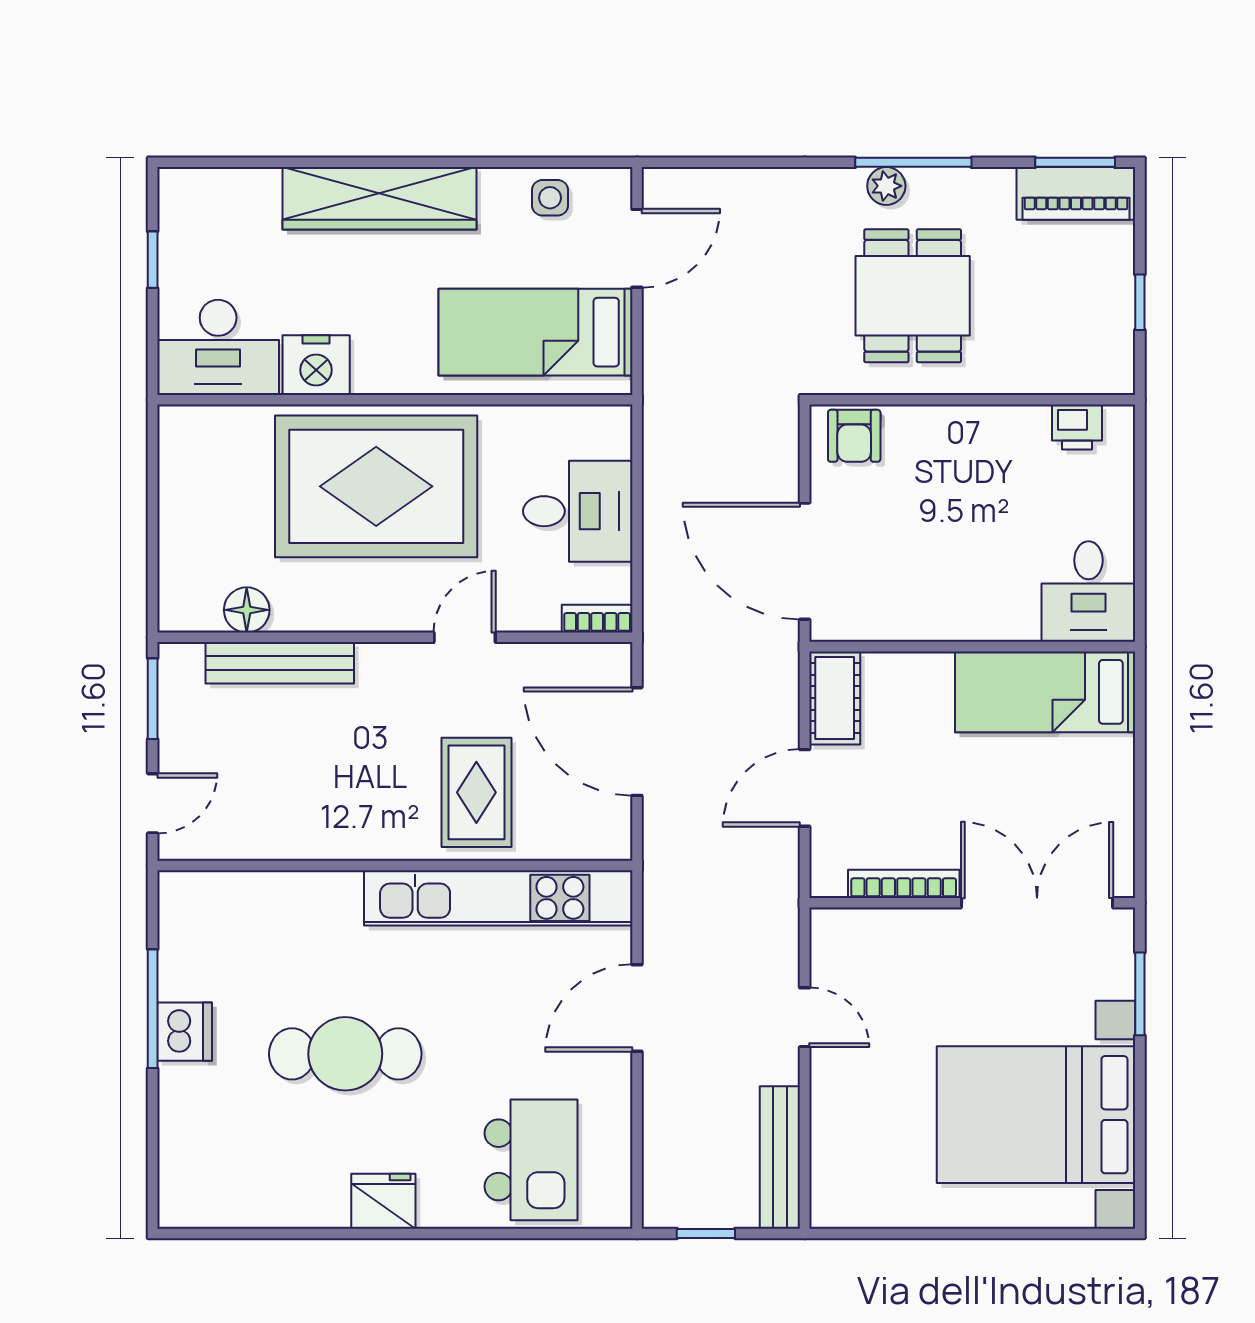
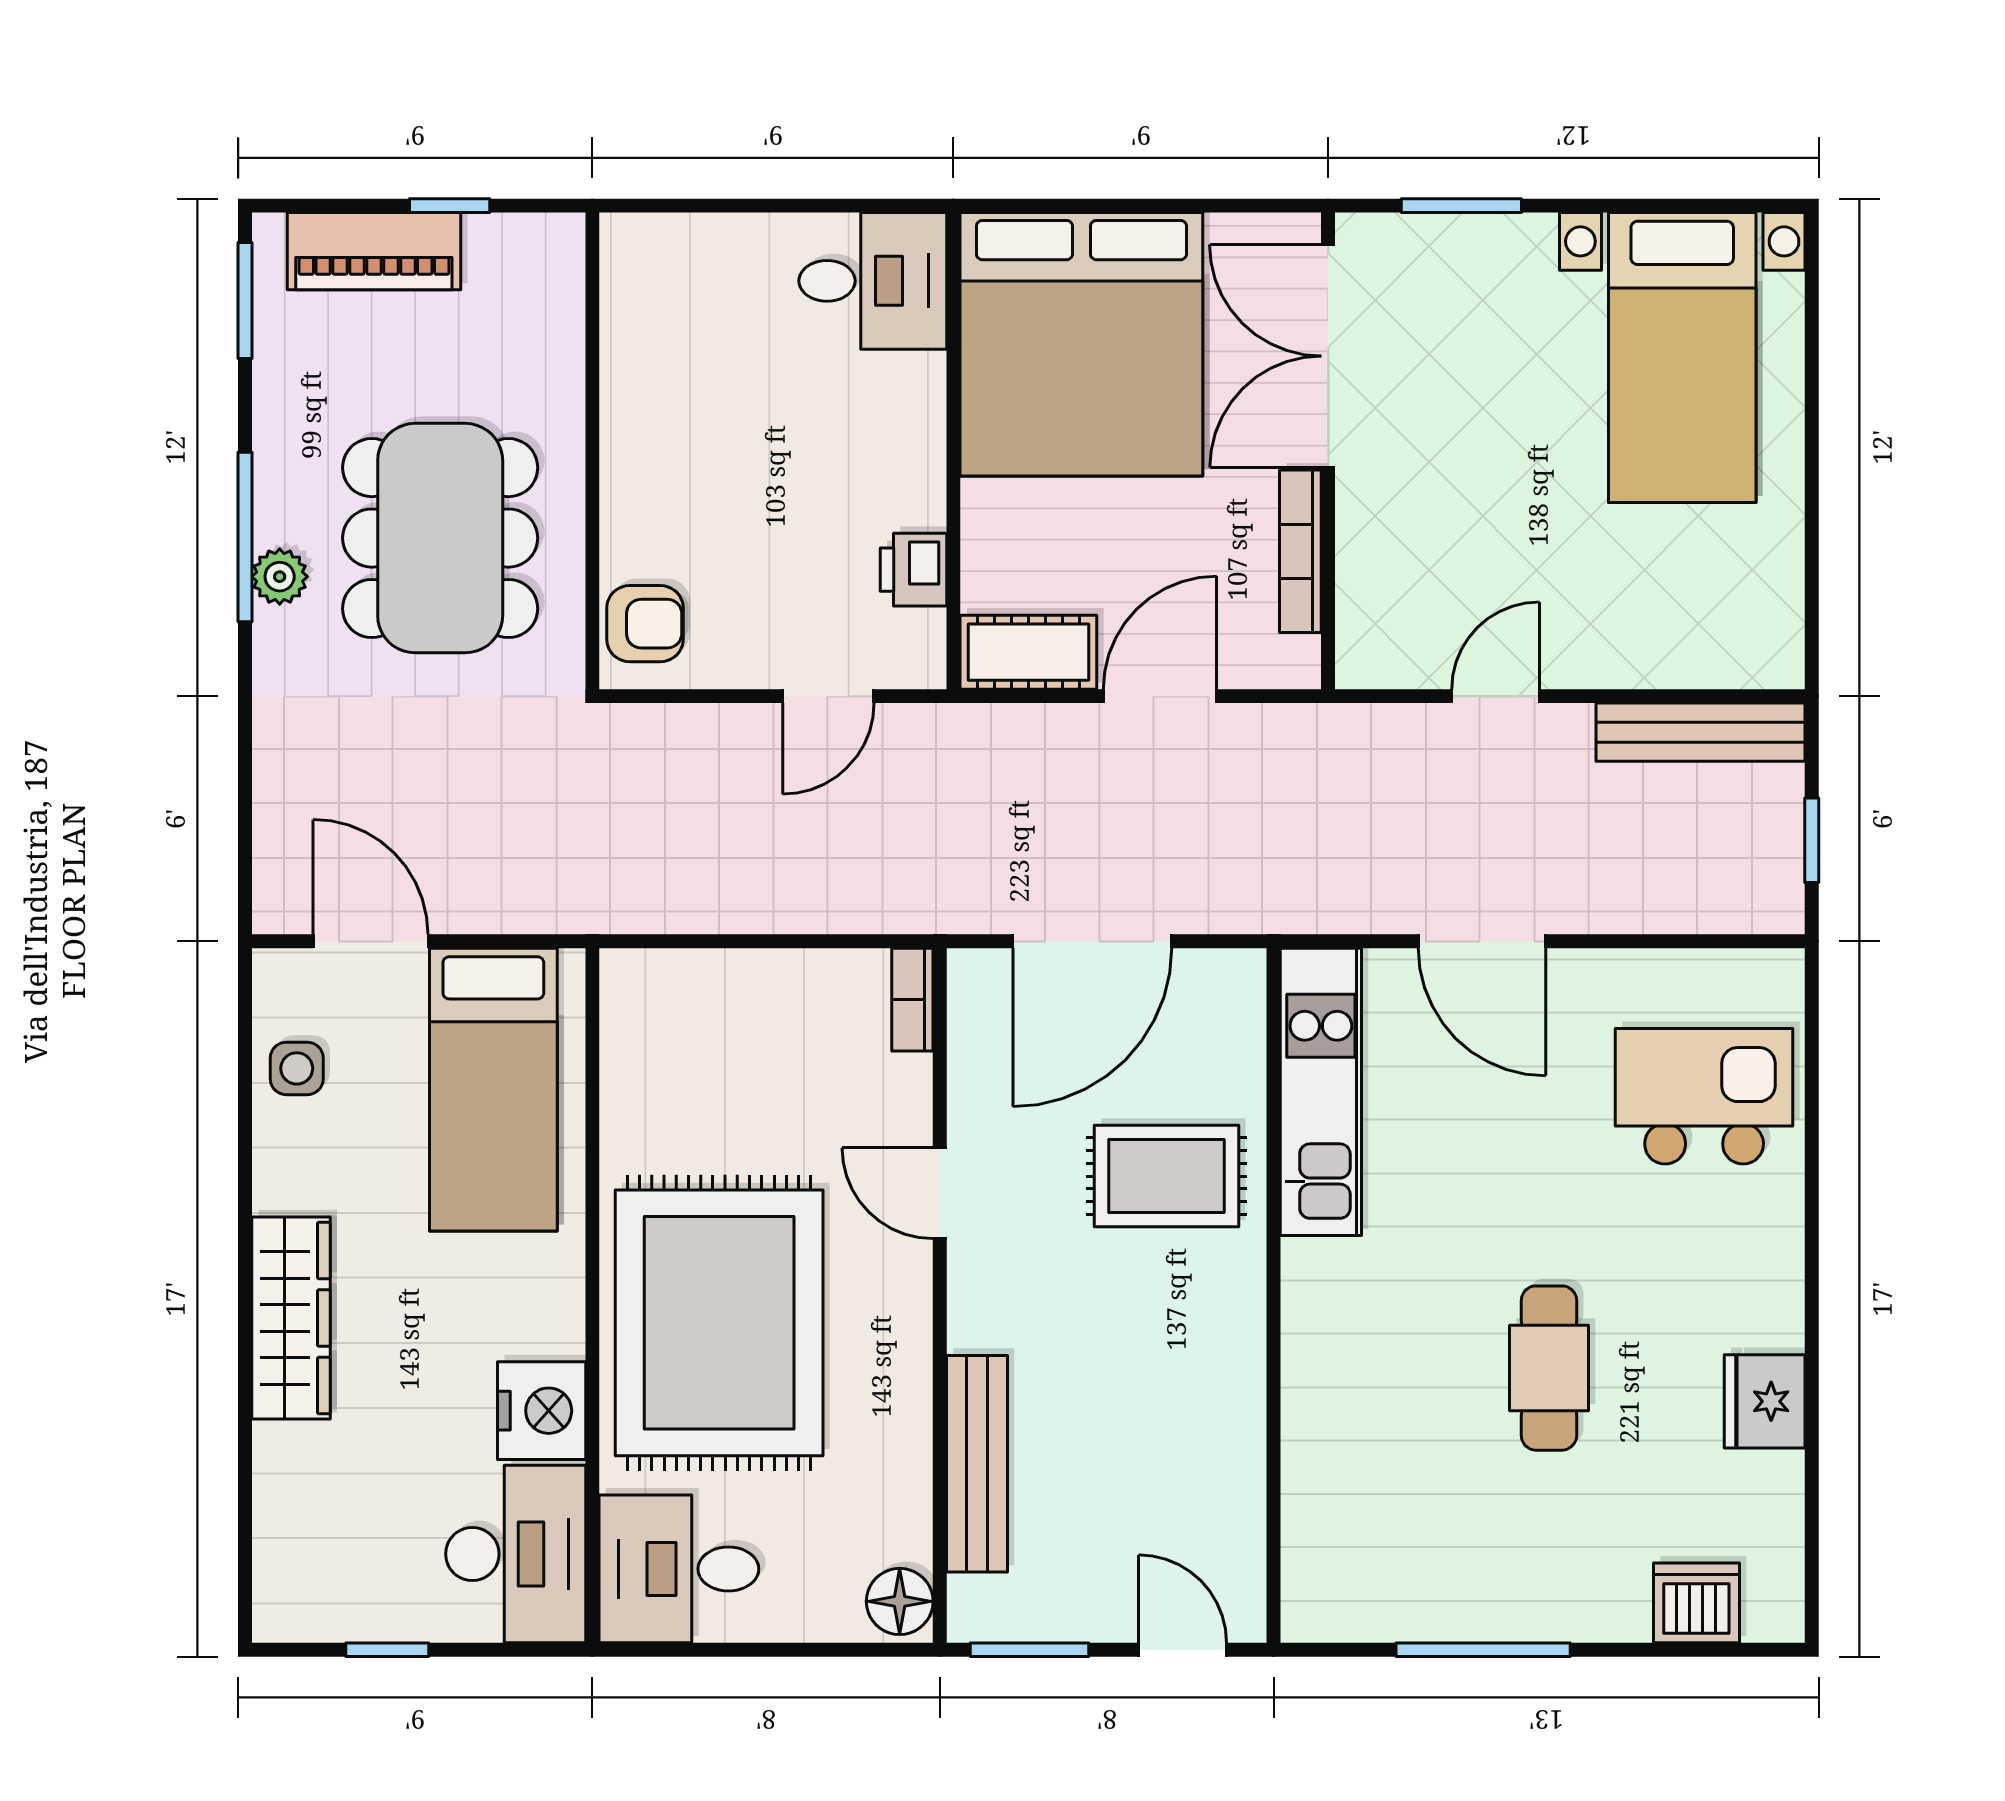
piano: (1076, 193) -> (374, 251), moved, turned 90
wardrobe: (379, 198) -> (291, 1318), width x0.71, depth x0.85
dining table: (913, 296) -> (440, 538), width x1.38
printer: (1077, 427) -> (913, 570), moved, turned 180
desk: (578, 511) -> (679, 1569), moved, turned -90
door: (805, 561) -> (828, 696), width x0.53
floor lamp: (247, 610) -> (900, 1601), moved
bed: (1045, 692) -> (1081, 344), width x2.04
door: (805, 788) -> (1160, 696), swing flipped
kitchen unit: (498, 898) -> (1321, 1092), width x0.73
dishwasher: (185, 1032) -> (1696, 1603), moved
cafe table: (345, 1054) -> (1549, 1368), width x0.73, depth x0.74
bed with nightstands: (1036, 1115) -> (1682, 358), width x0.73
fridge: (383, 1201) -> (1765, 1401), moved

